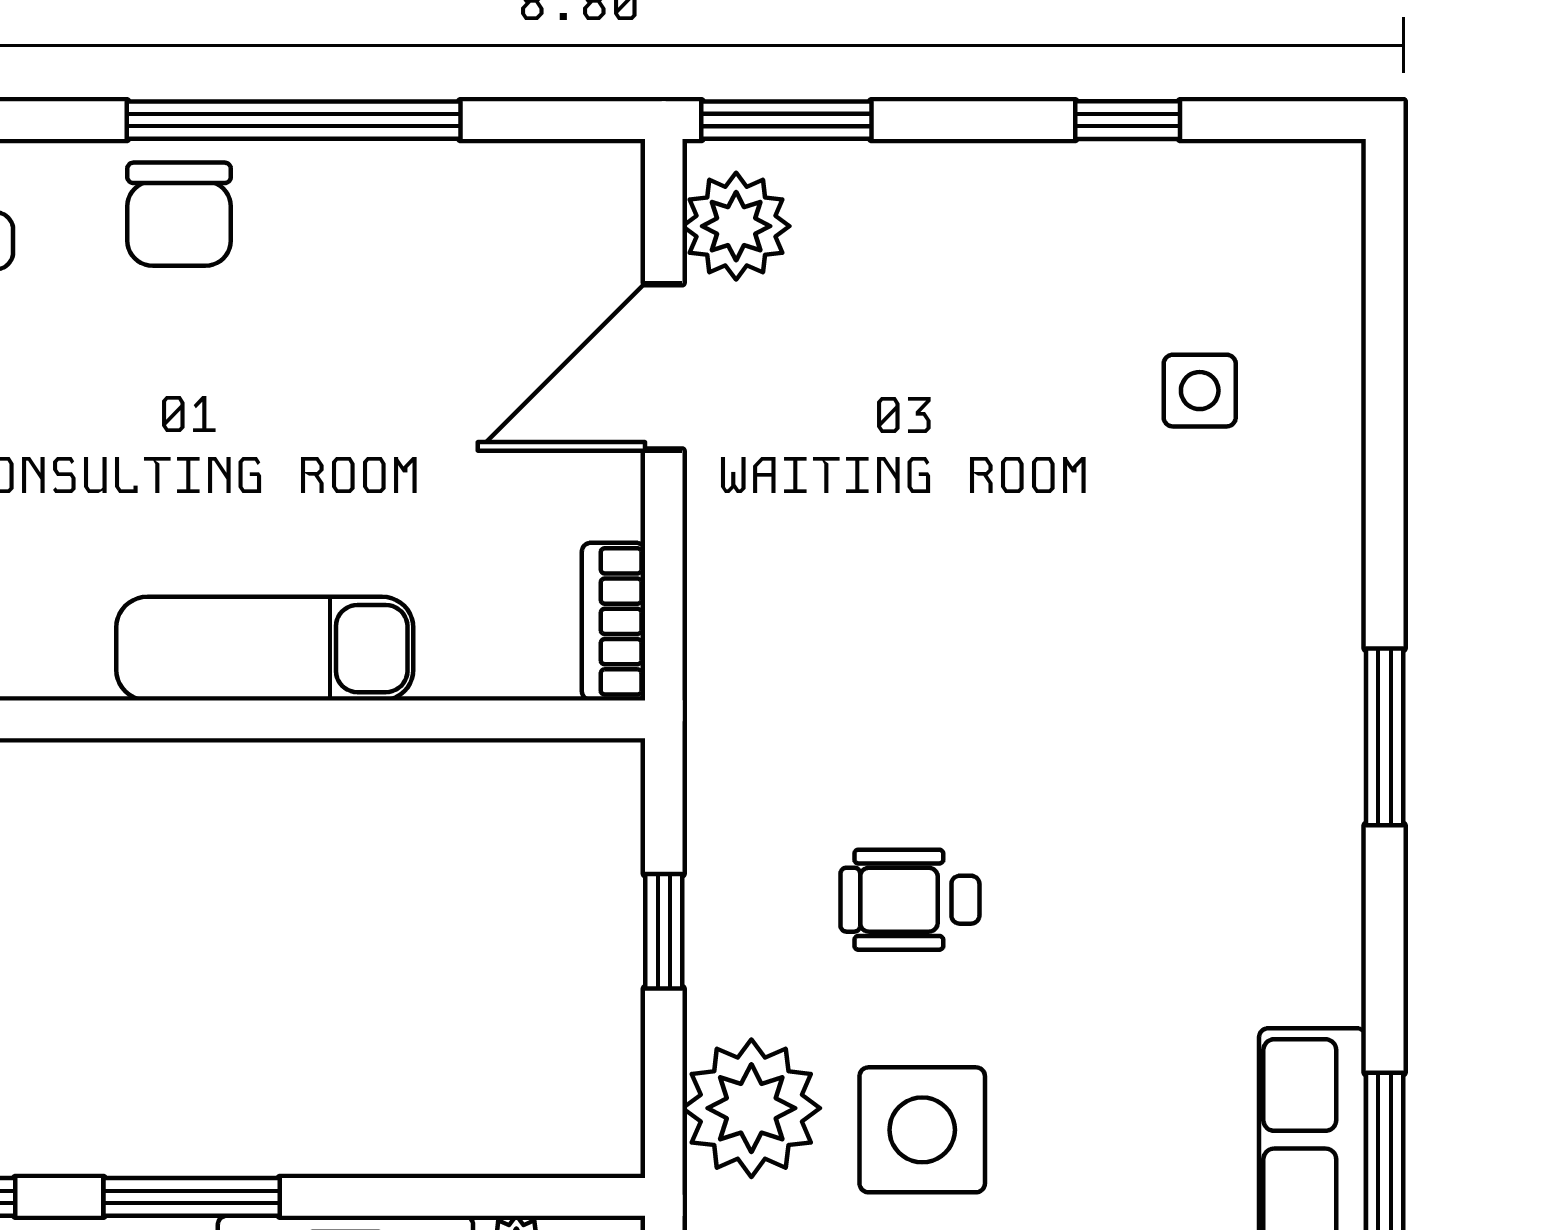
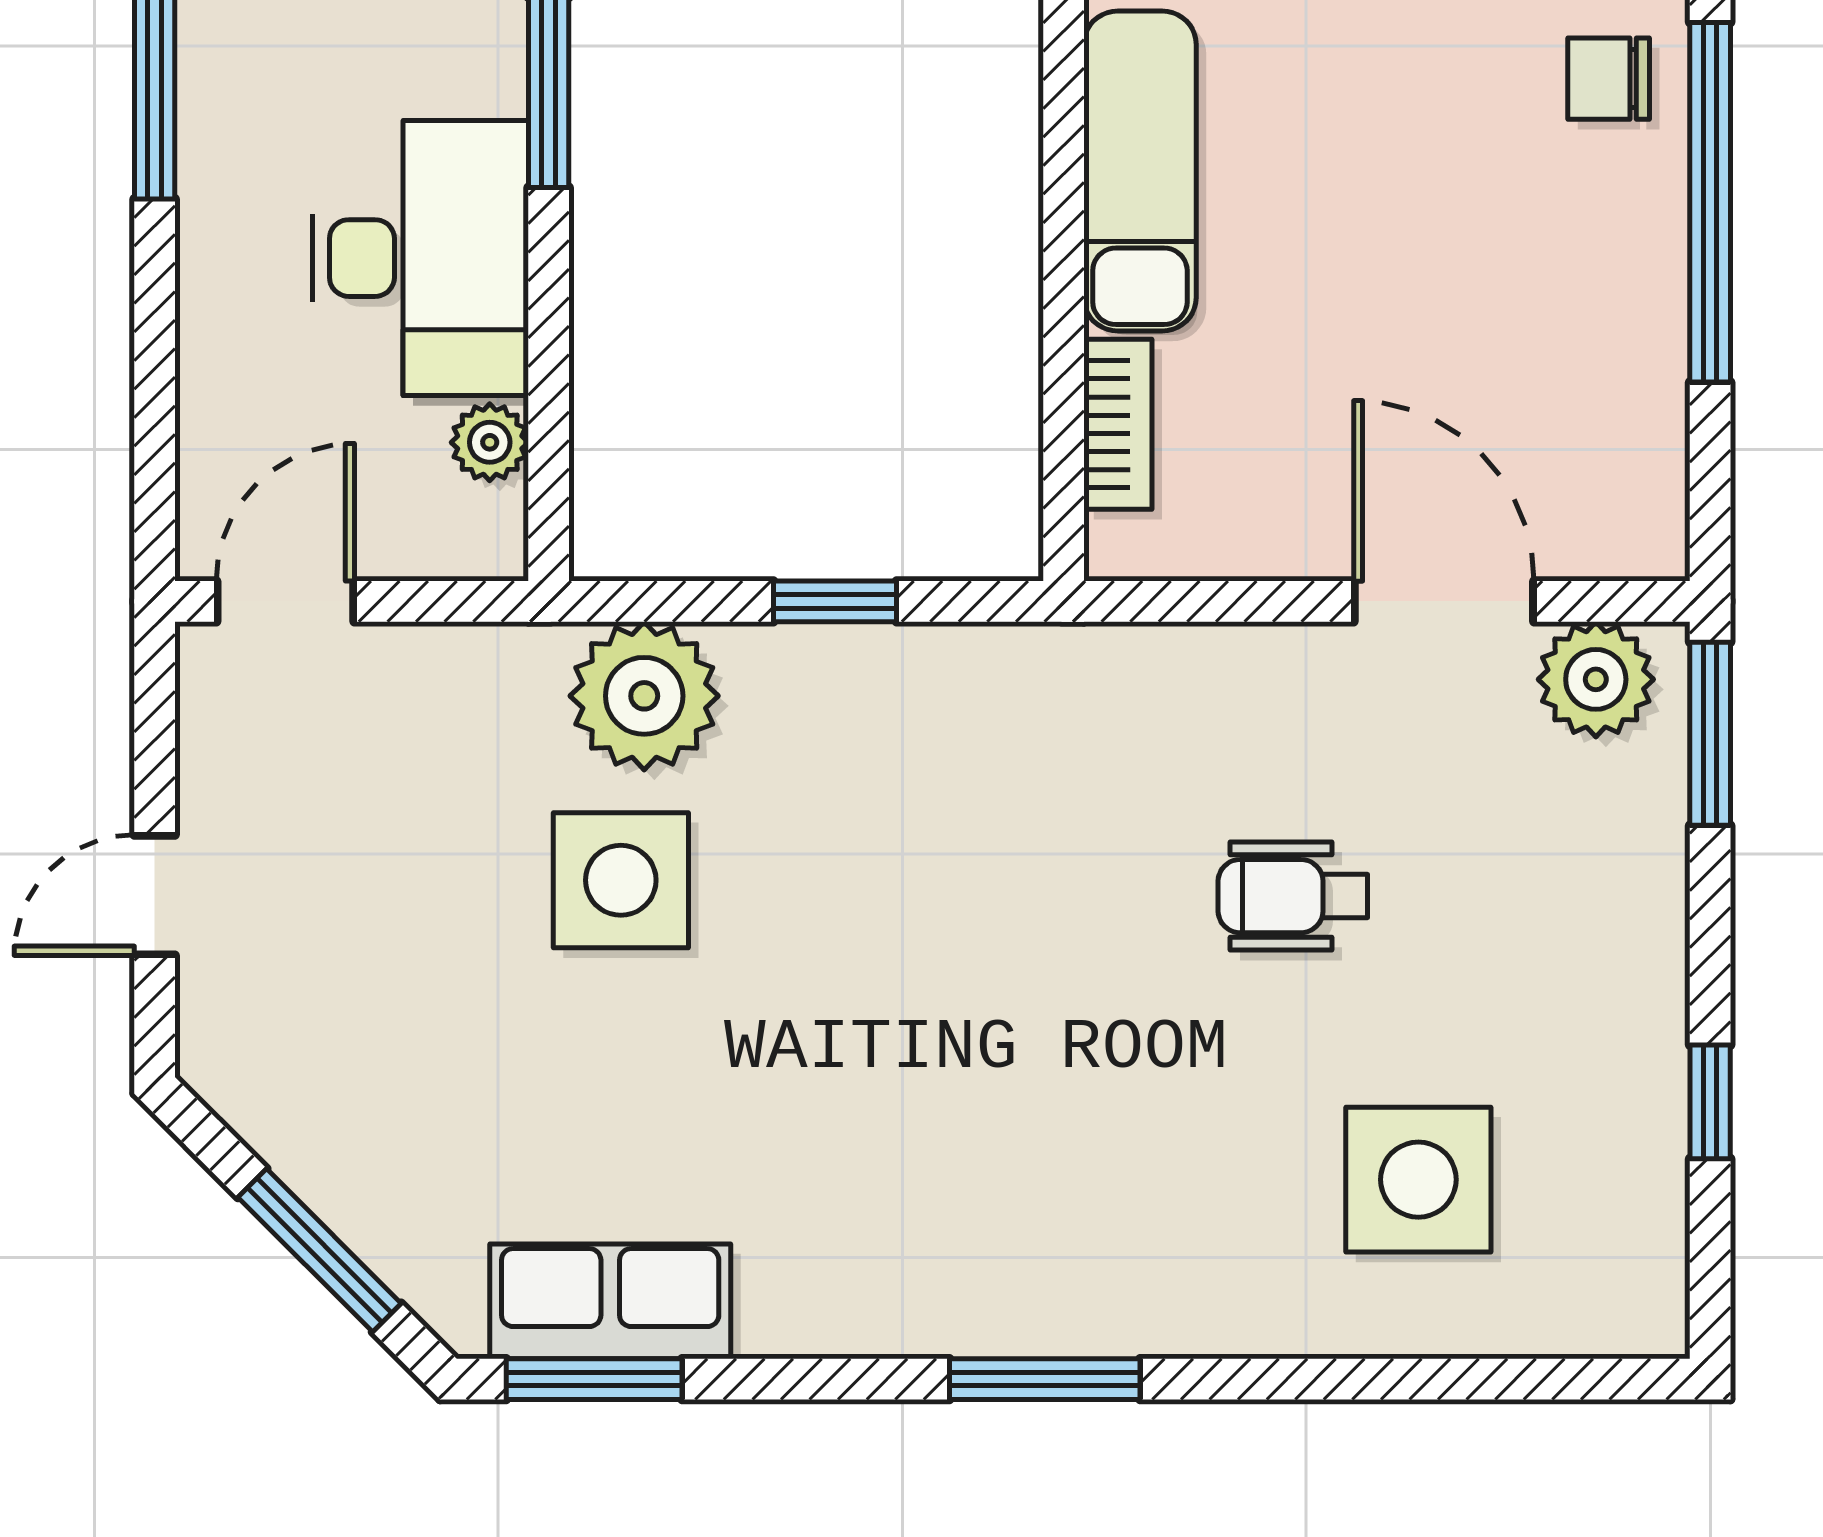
chair: (179, 214) -> (1609, 79), width x0.73, depth x0.73
side table: (1200, 391) -> (1418, 1180), width x1.87, depth x1.87
bookcase: (614, 621) -> (1118, 424), moved, turned 90
wheelchair: (910, 900) -> (1293, 896), moved, turned -90

